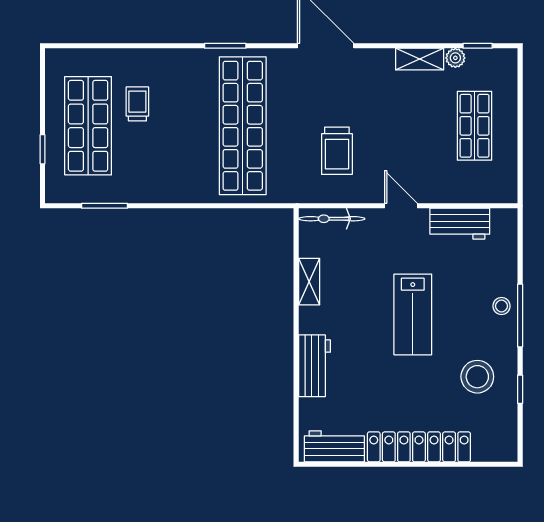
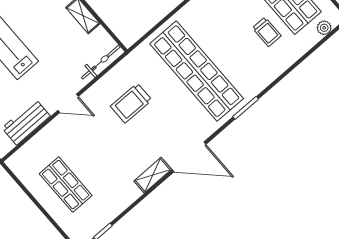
plant: (455, 58) -> (324, 28), moved
shelving: (420, 59) -> (153, 175), moved
trolley: (337, 151) -> (131, 103), turned -90

